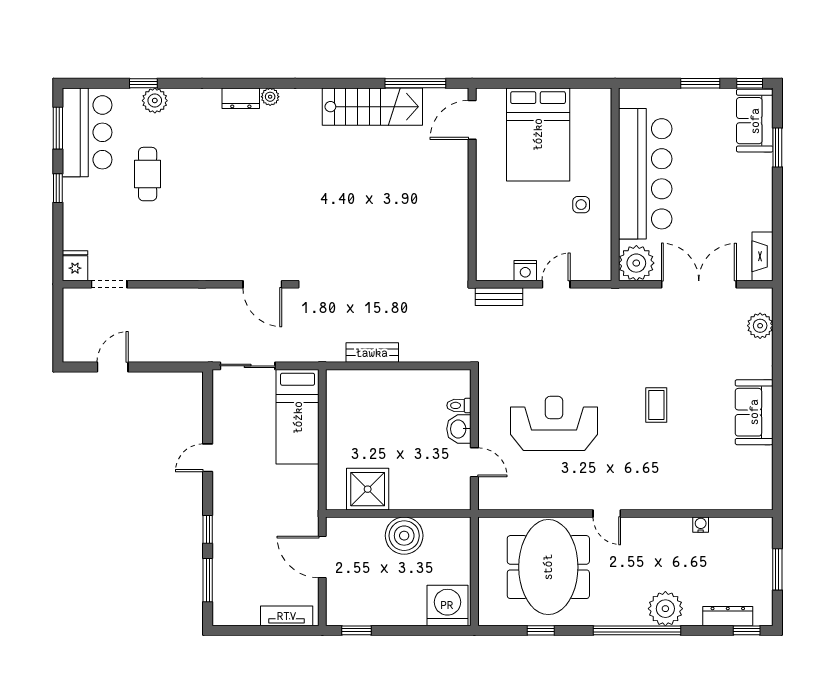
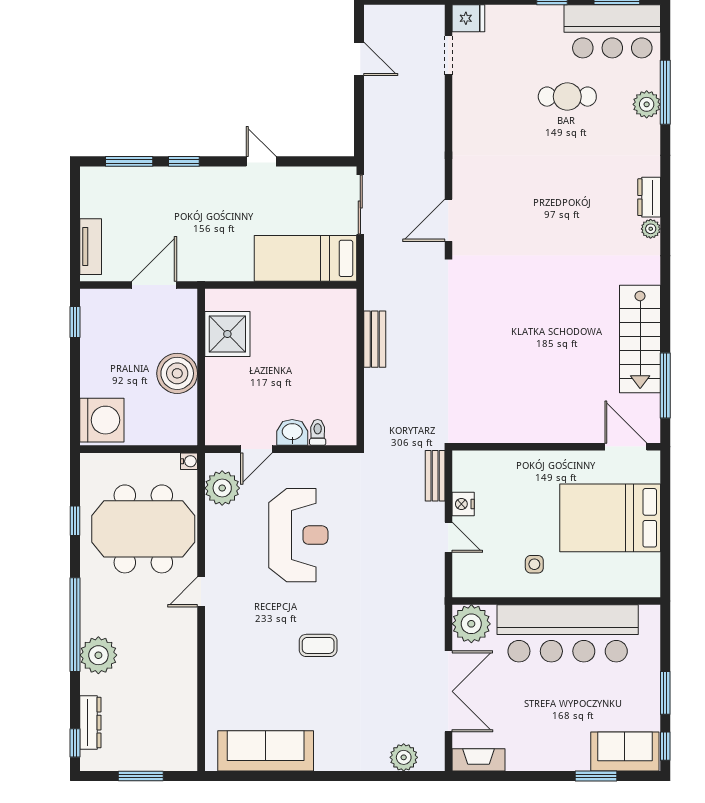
window: (143, 83) -> (665, 92), width x2.17
sofa: (754, 412) -> (266, 751), moved, width x1.36
plant: (510, 494) -> (222, 488), added
water cooler: (701, 525) -> (189, 461), moved

